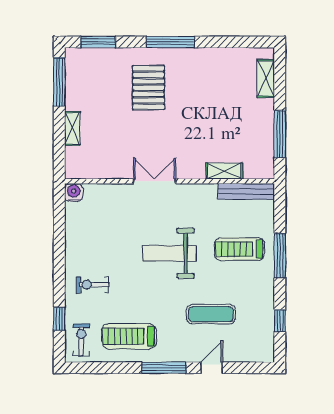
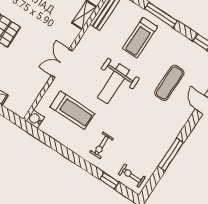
treadmill: (129, 336) -> (72, 110), moved, turned -90
window: (164, 368) -> (171, 155), moved

